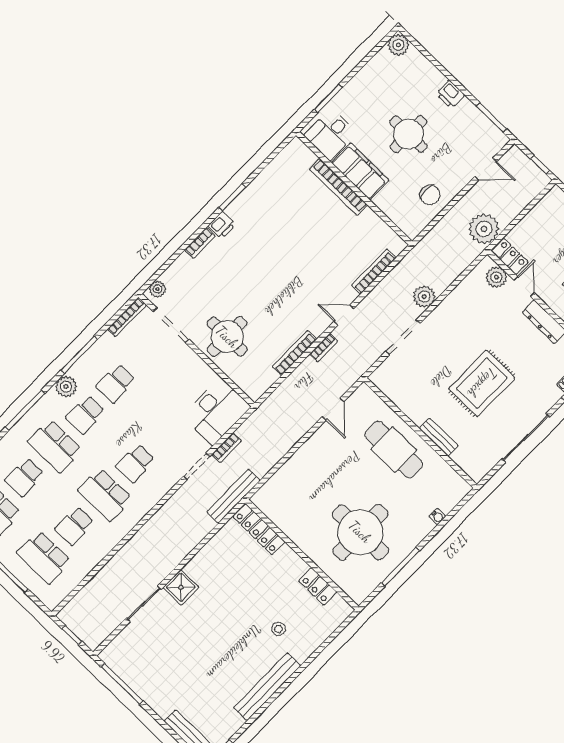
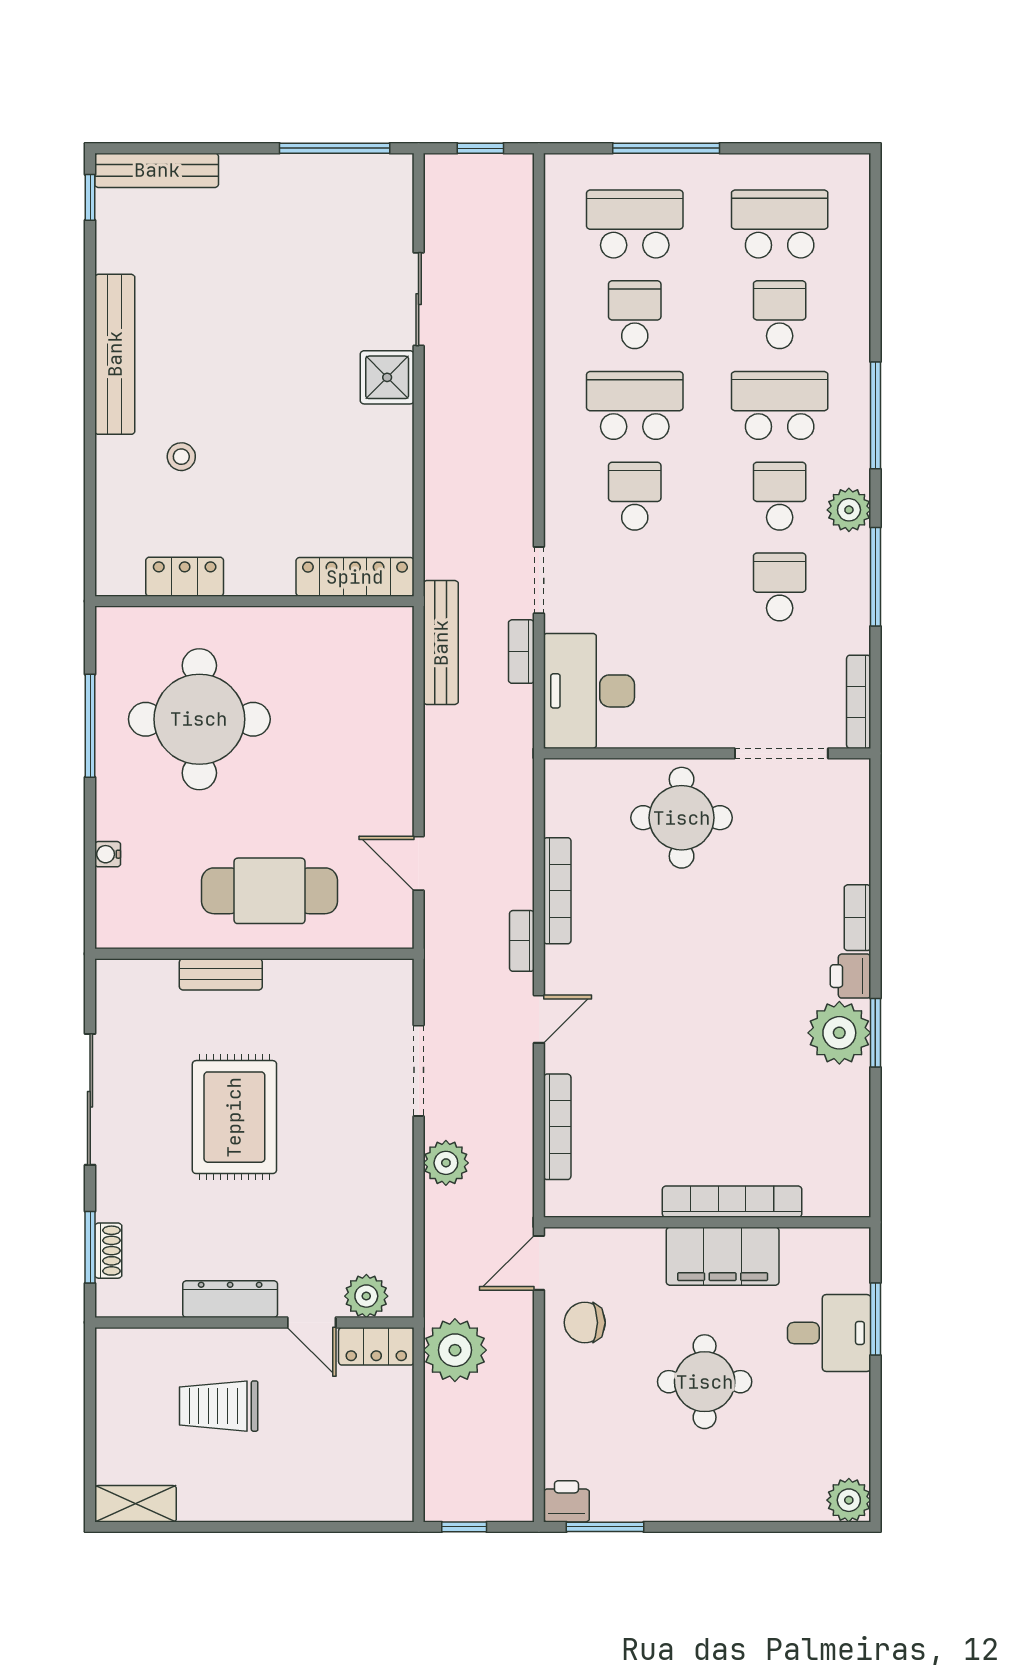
printer: (450, 95) -> (566, 1501), moved
desk: (330, 134) -> (829, 1333), moved, turned 90
door: (486, 169) -> (539, 1263), moved
plant: (157, 289) -> (839, 1033), moved, width x1.88, depth x1.88
bench: (234, 496) -> (441, 643), moved

